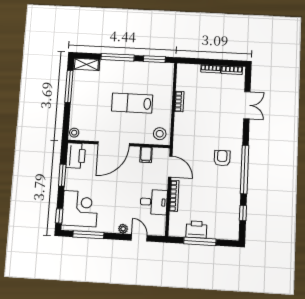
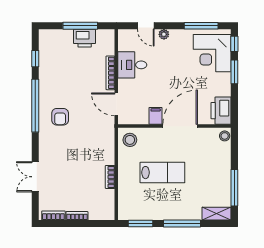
filing cabinet: (146, 155) -> (156, 116), moved
window: (62, 175) -> (234, 72), moved

